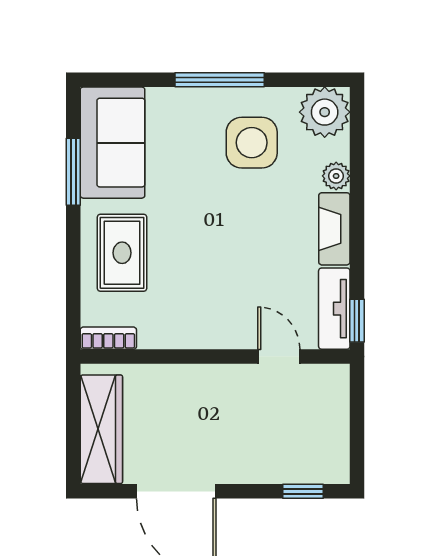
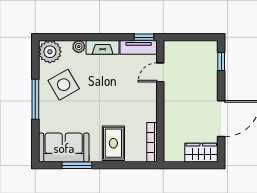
side table: (252, 143) -> (64, 85), turned -30
rug: (122, 253) -> (113, 143), turned 90
bookcase: (108, 338) -> (152, 142), width x1.56
wardrobe: (101, 429) -> (201, 153), width x0.67

